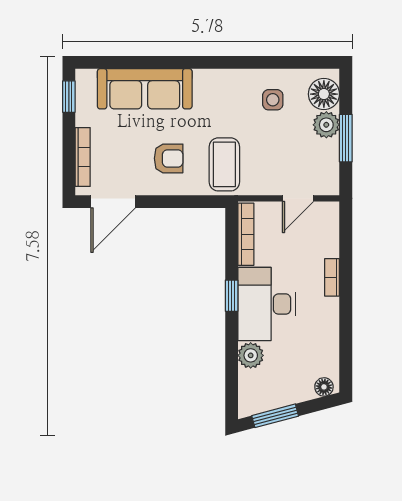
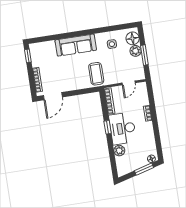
sofa: (145, 89) -> (76, 45), moved
armchair: (169, 158) -> (73, 75), removed
window: (275, 416) -> (144, 169), moved

